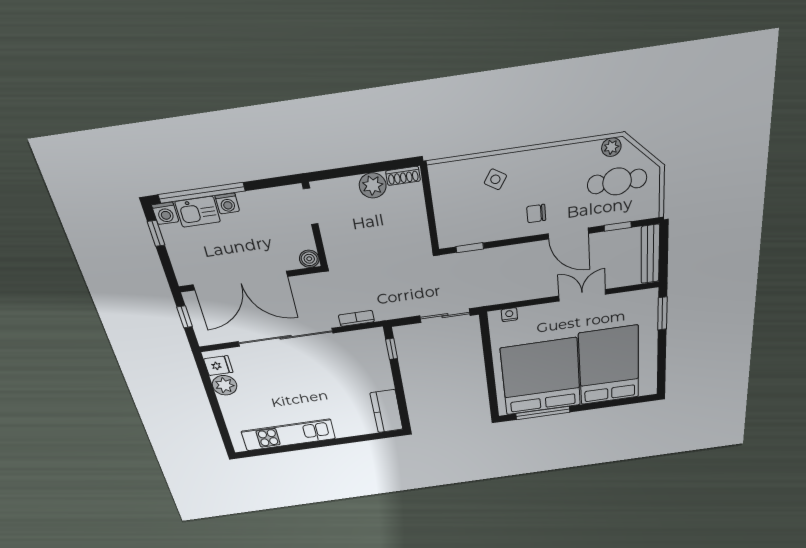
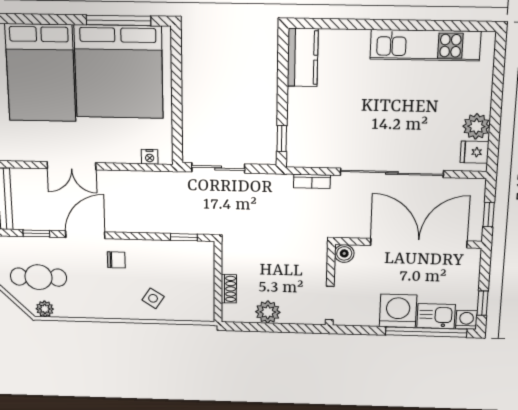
shoe rack: (403, 176) -> (229, 289), moved, turned 90
washing machine: (227, 203) -> (398, 311), width x1.89, depth x1.89
door: (568, 234) -> (85, 235), hinge flipped

